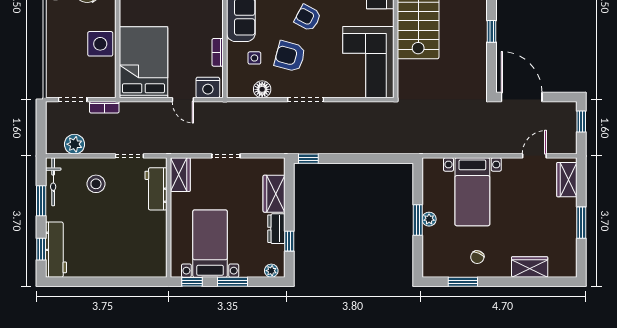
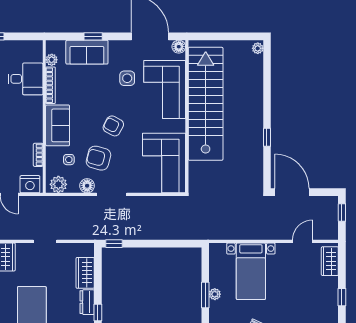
plant: (242, 88) -> (58, 184), added
floor lamp: (262, 89) -> (87, 186), moved
window: (581, 223) -> (342, 297), width x0.67

